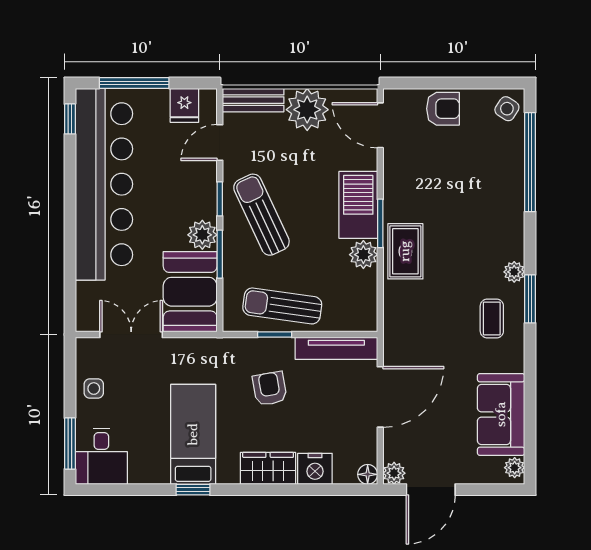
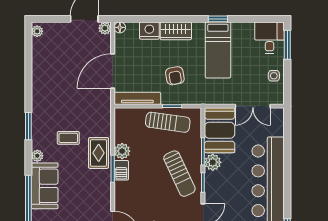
barbecue: (358, 205) -> (121, 170), width x0.53, depth x0.65
plant: (514, 272) -> (37, 156), moved
coffee table: (492, 319) -> (68, 138), moved, turned 90
sofa: (501, 414) -> (45, 186), moved

